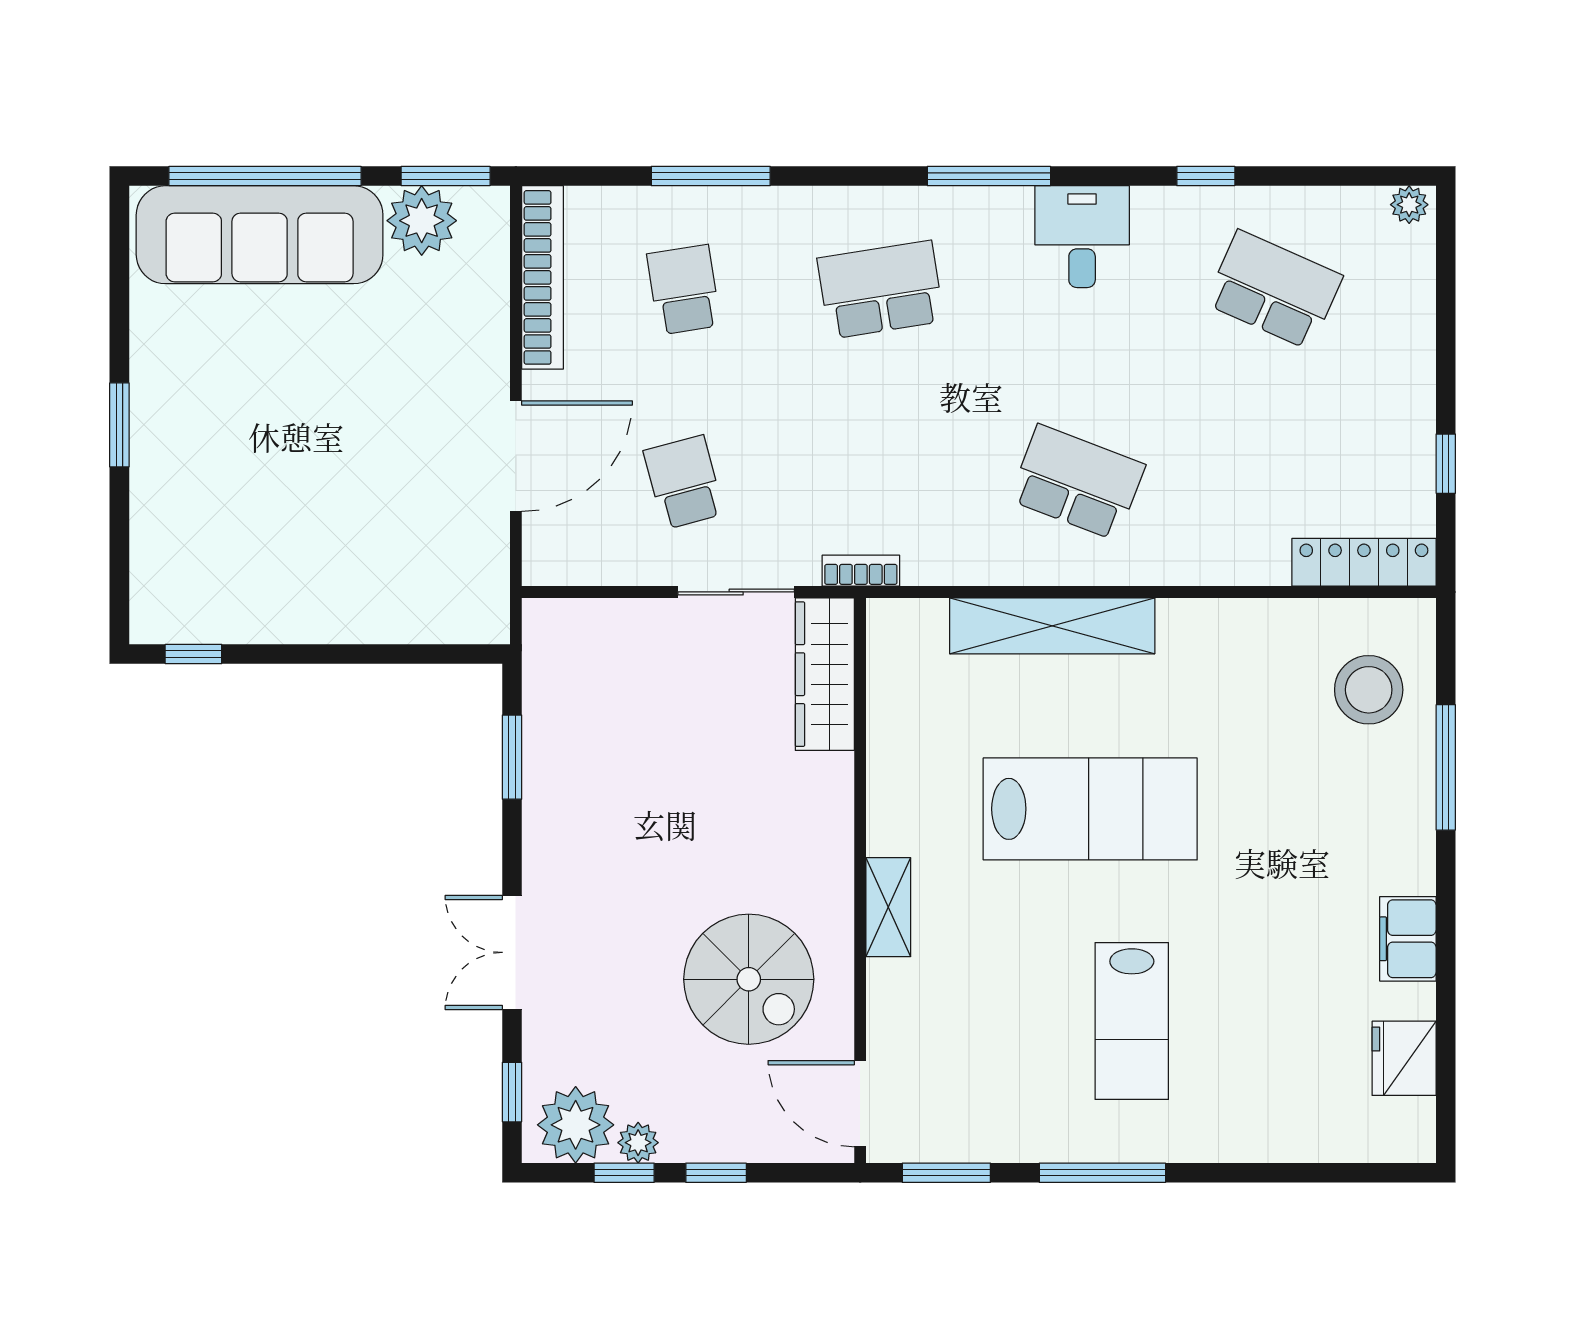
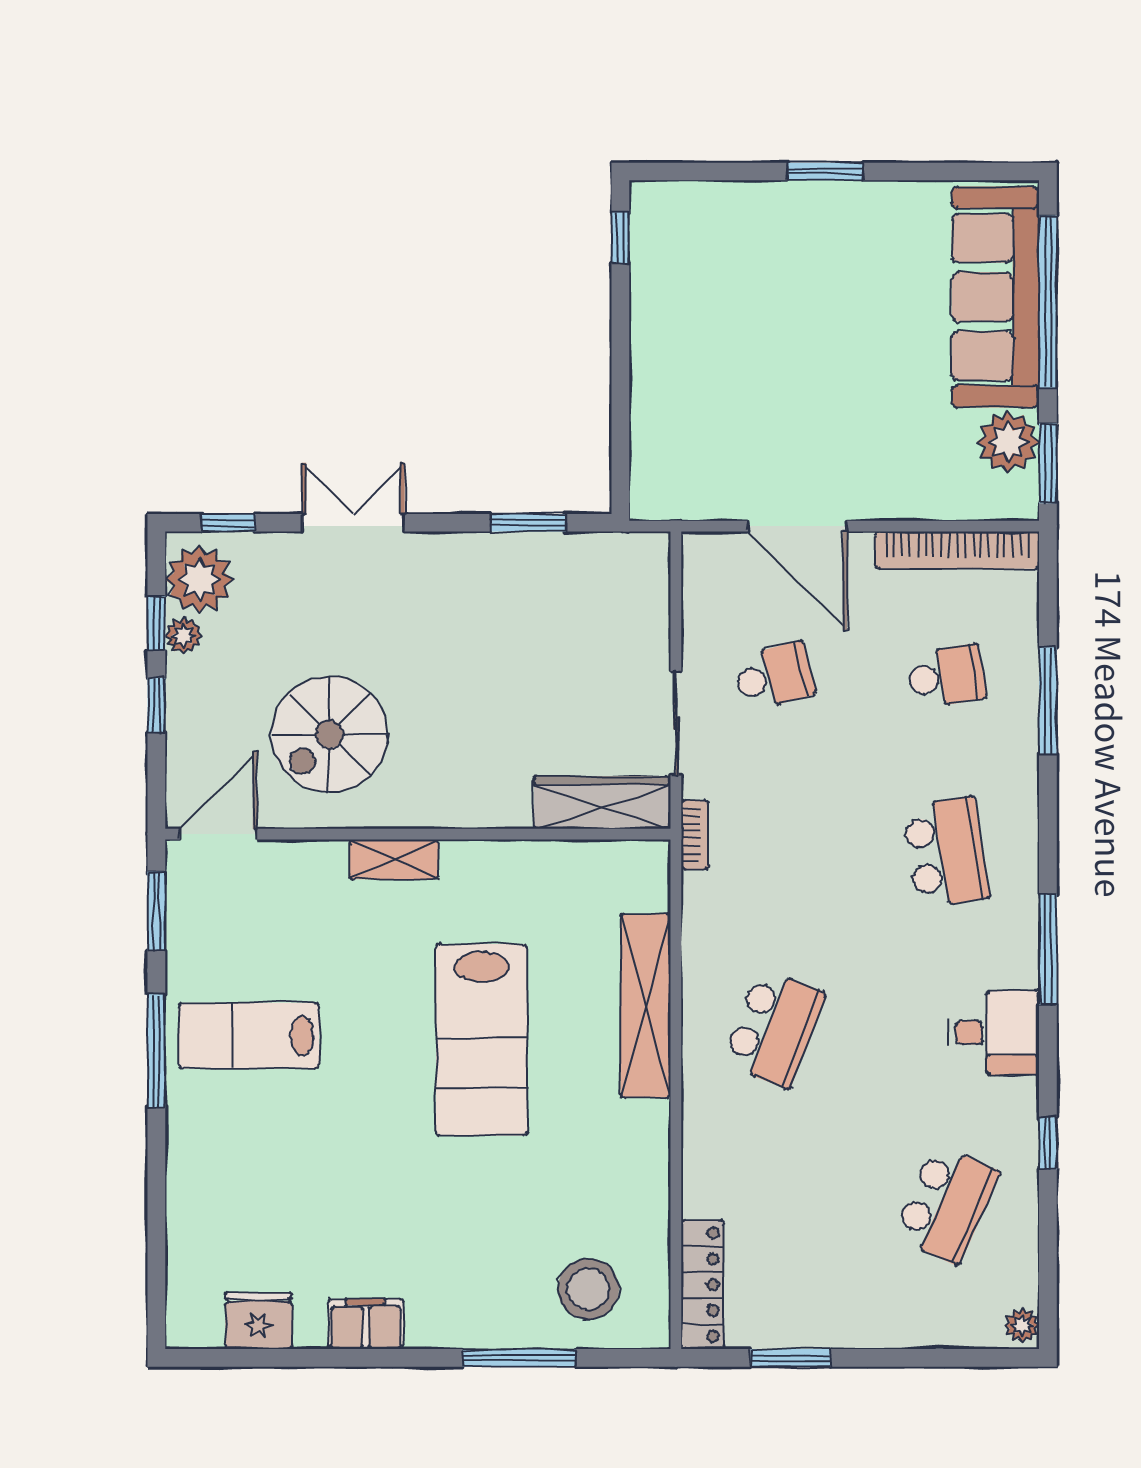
window: (1446, 464) -> (791, 1358), width x1.50
lab bench: (1132, 1021) -> (249, 1036), moved

